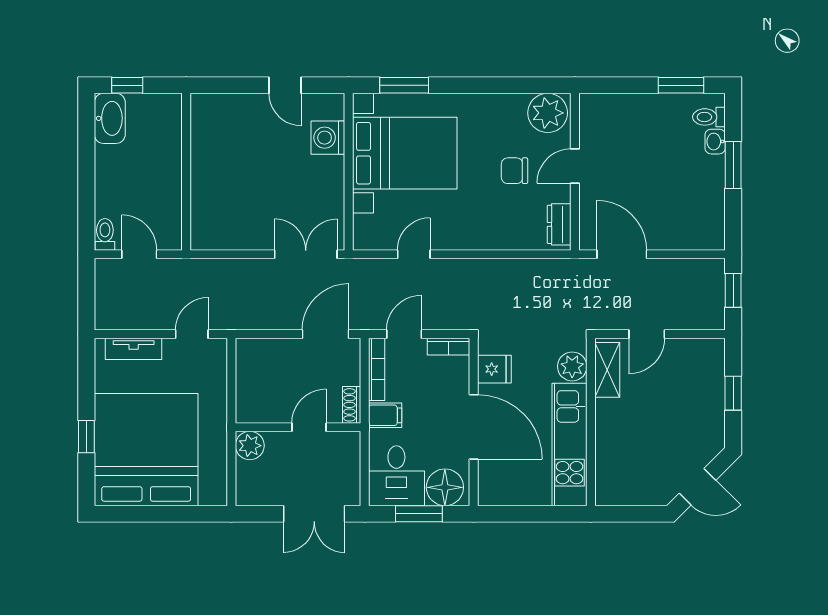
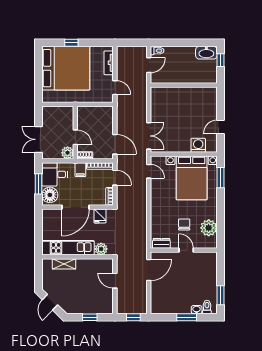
plant: (548, 113) -> (209, 228), moved
door: (414, 254) -> (149, 171), moved
shelving: (607, 370) -> (64, 264), moved
plant: (250, 446) -> (68, 153), moved

